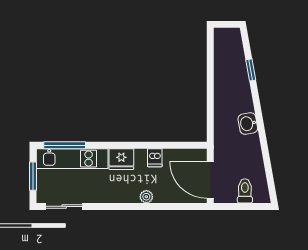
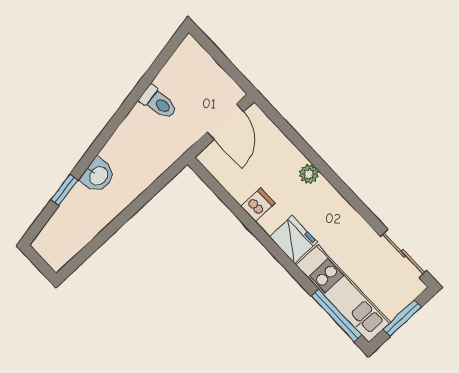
washbasin: (248, 124) -> (98, 175), moved
door: (210, 180) -> (225, 122), width x0.73
toilet: (245, 191) -> (159, 103), moved, turned -100

